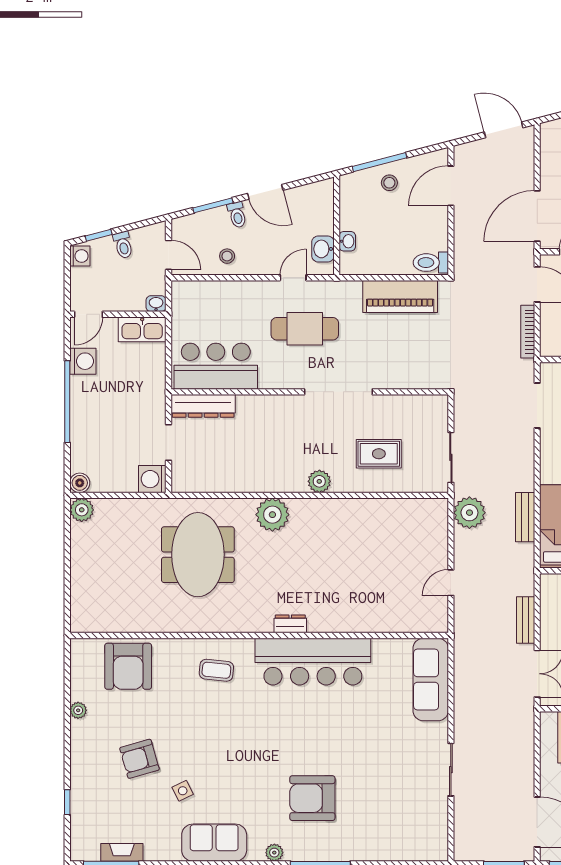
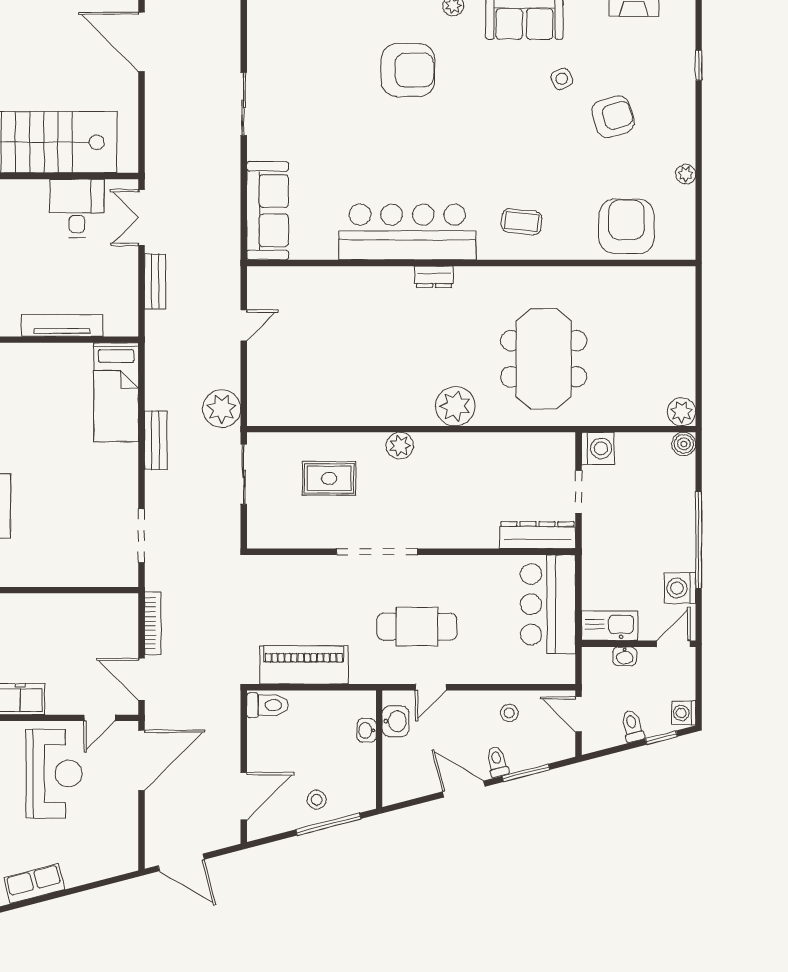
washbasin: (156, 304) -> (625, 656), moved
bar counter: (216, 366) -> (548, 604), moved, turned 90
bench: (525, 517) -> (156, 440), moved

